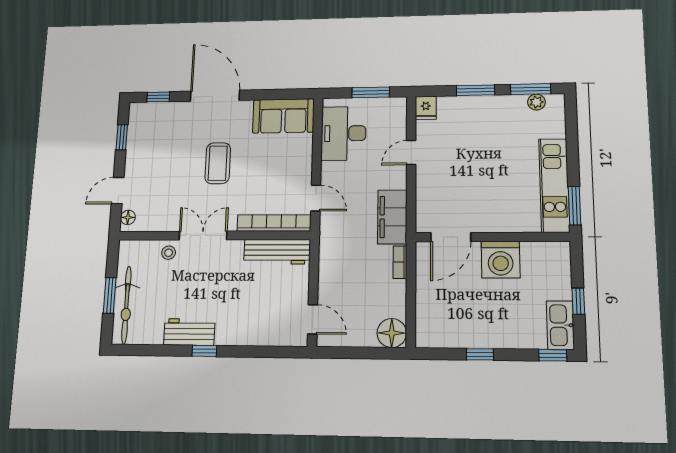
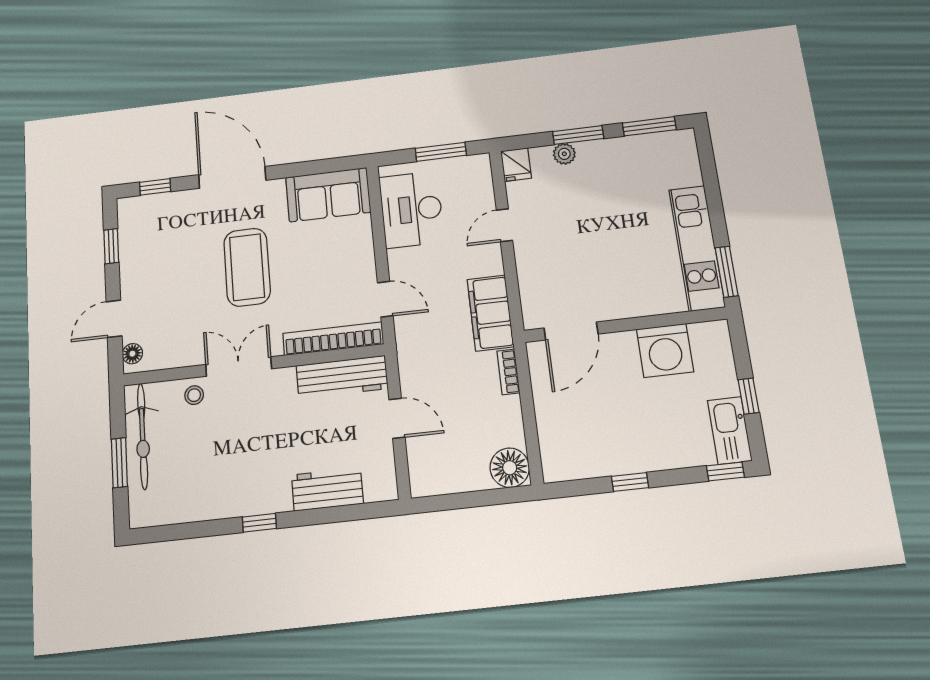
plant: (536, 102) -> (564, 154), moved
coffee table: (218, 163) -> (247, 267), width x1.36, depth x1.32
washing machine: (501, 260) -> (665, 350), moved
bicycle: (126, 305) -> (143, 436), moved
door: (313, 319) -> (397, 418), moved
workbench: (189, 332) -> (327, 489), moved

